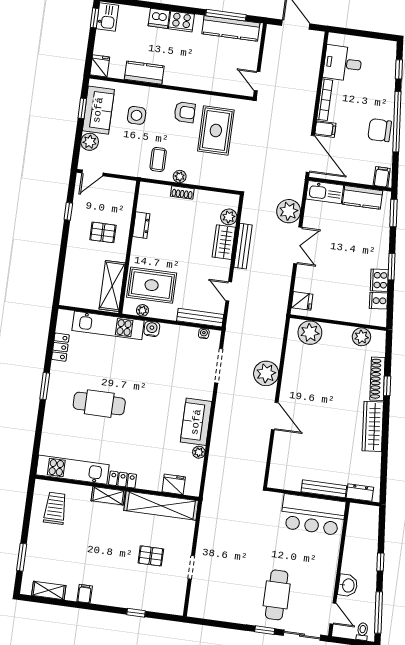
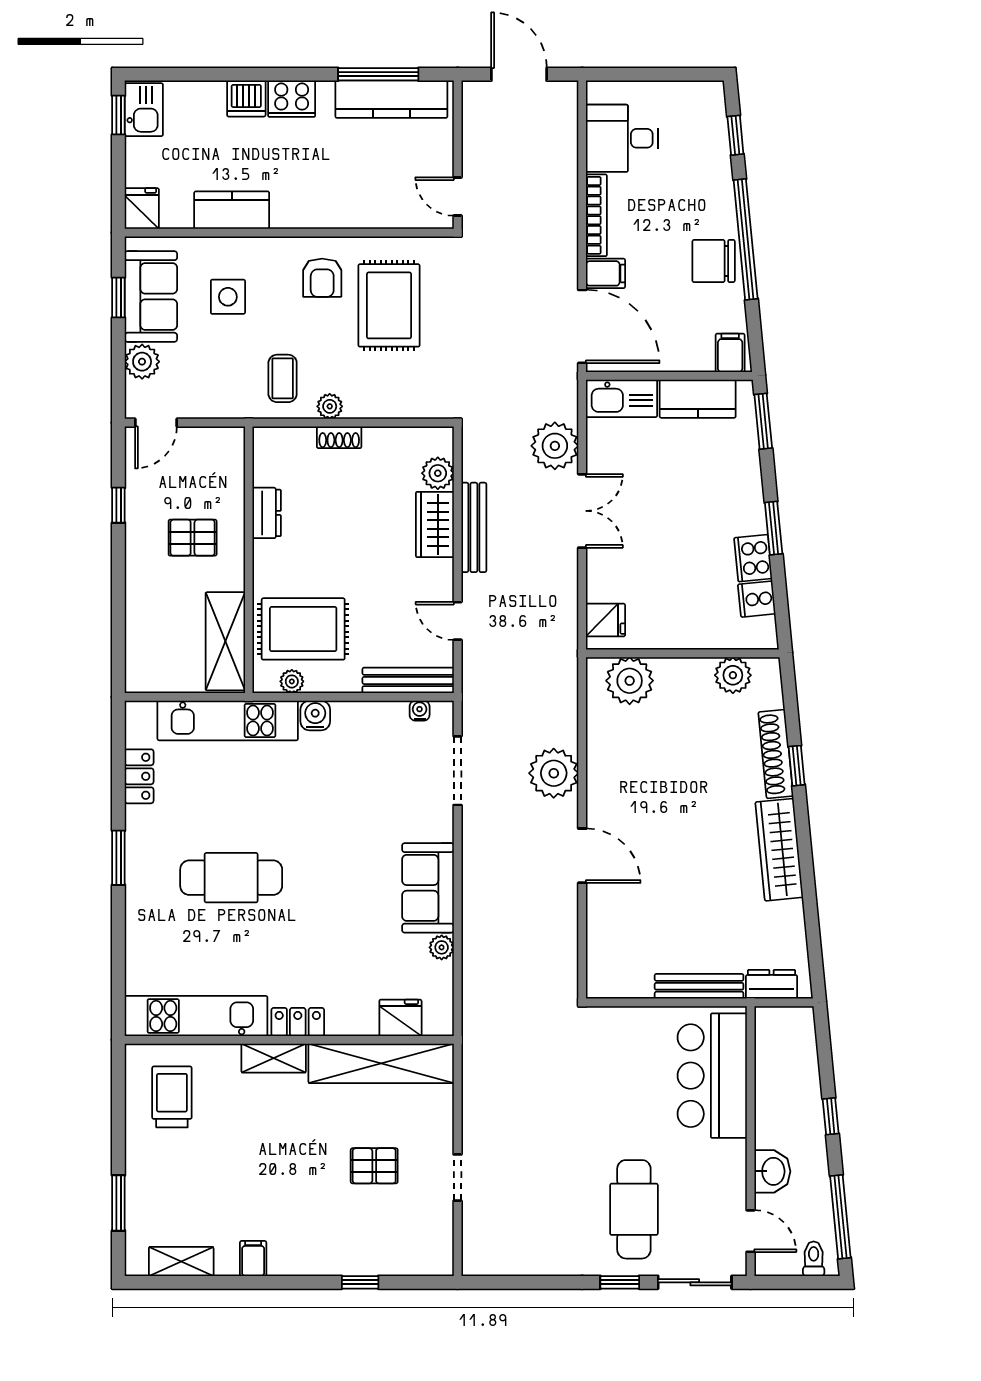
armchair: (185, 112) -> (322, 278), turned 90
bar counter: (313, 515) -> (712, 1076), moved, turned 90

